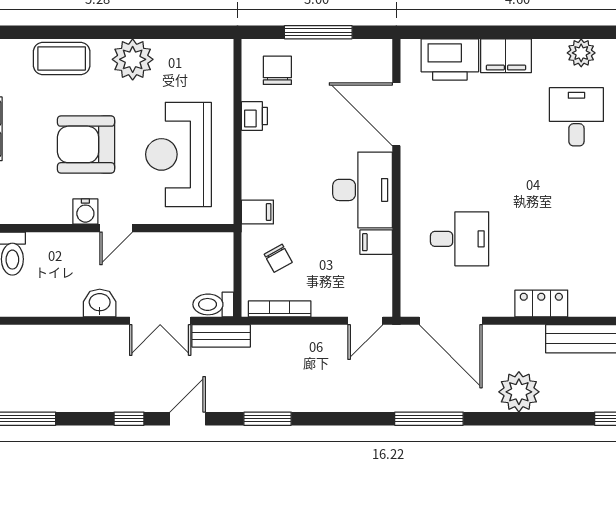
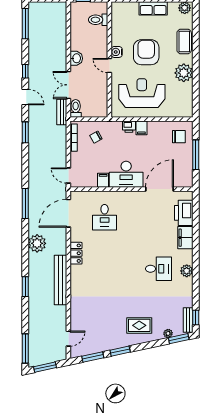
printer: (254, 116) -> (129, 127), moved
filing cabinet: (257, 212) -> (141, 128), moved

